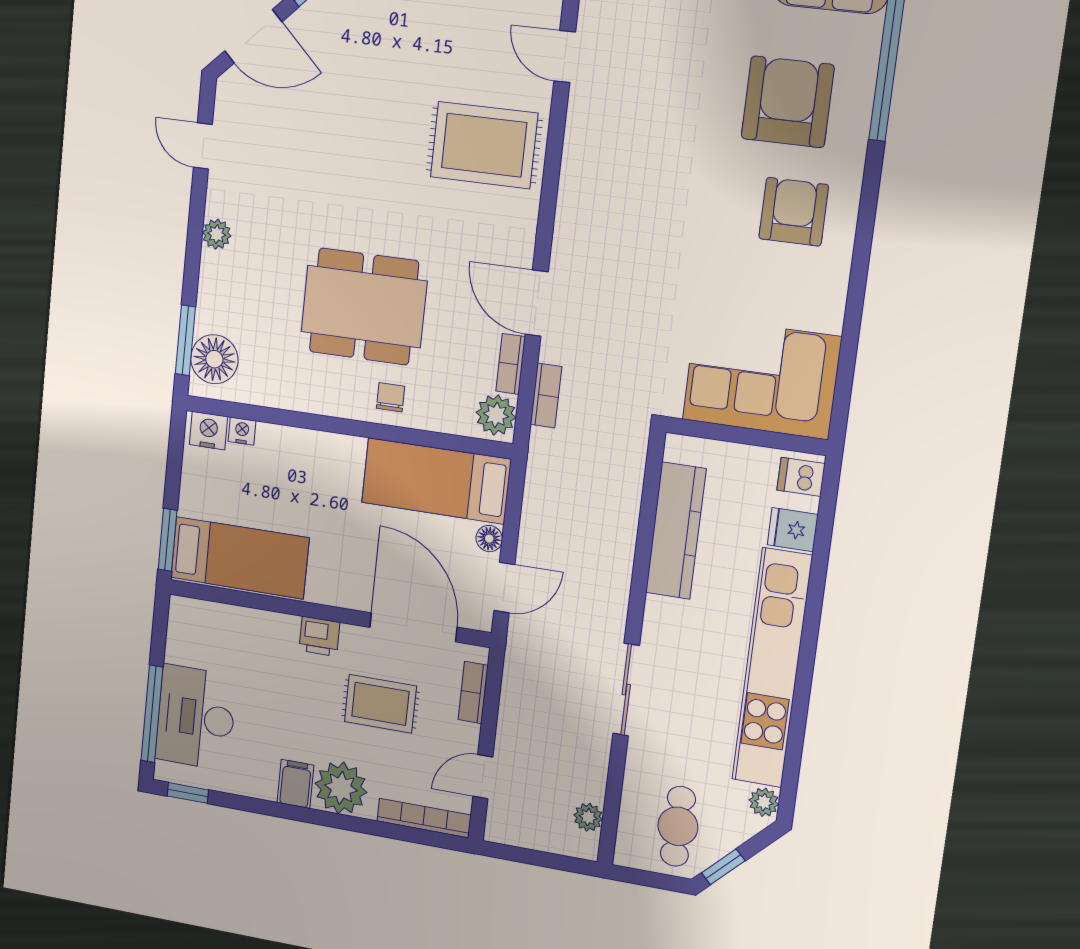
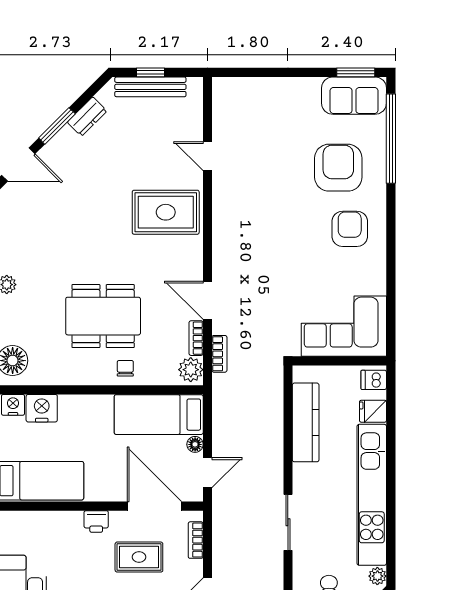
nightstand: (242, 431) -> (42, 408), width x1.89, depth x1.79

